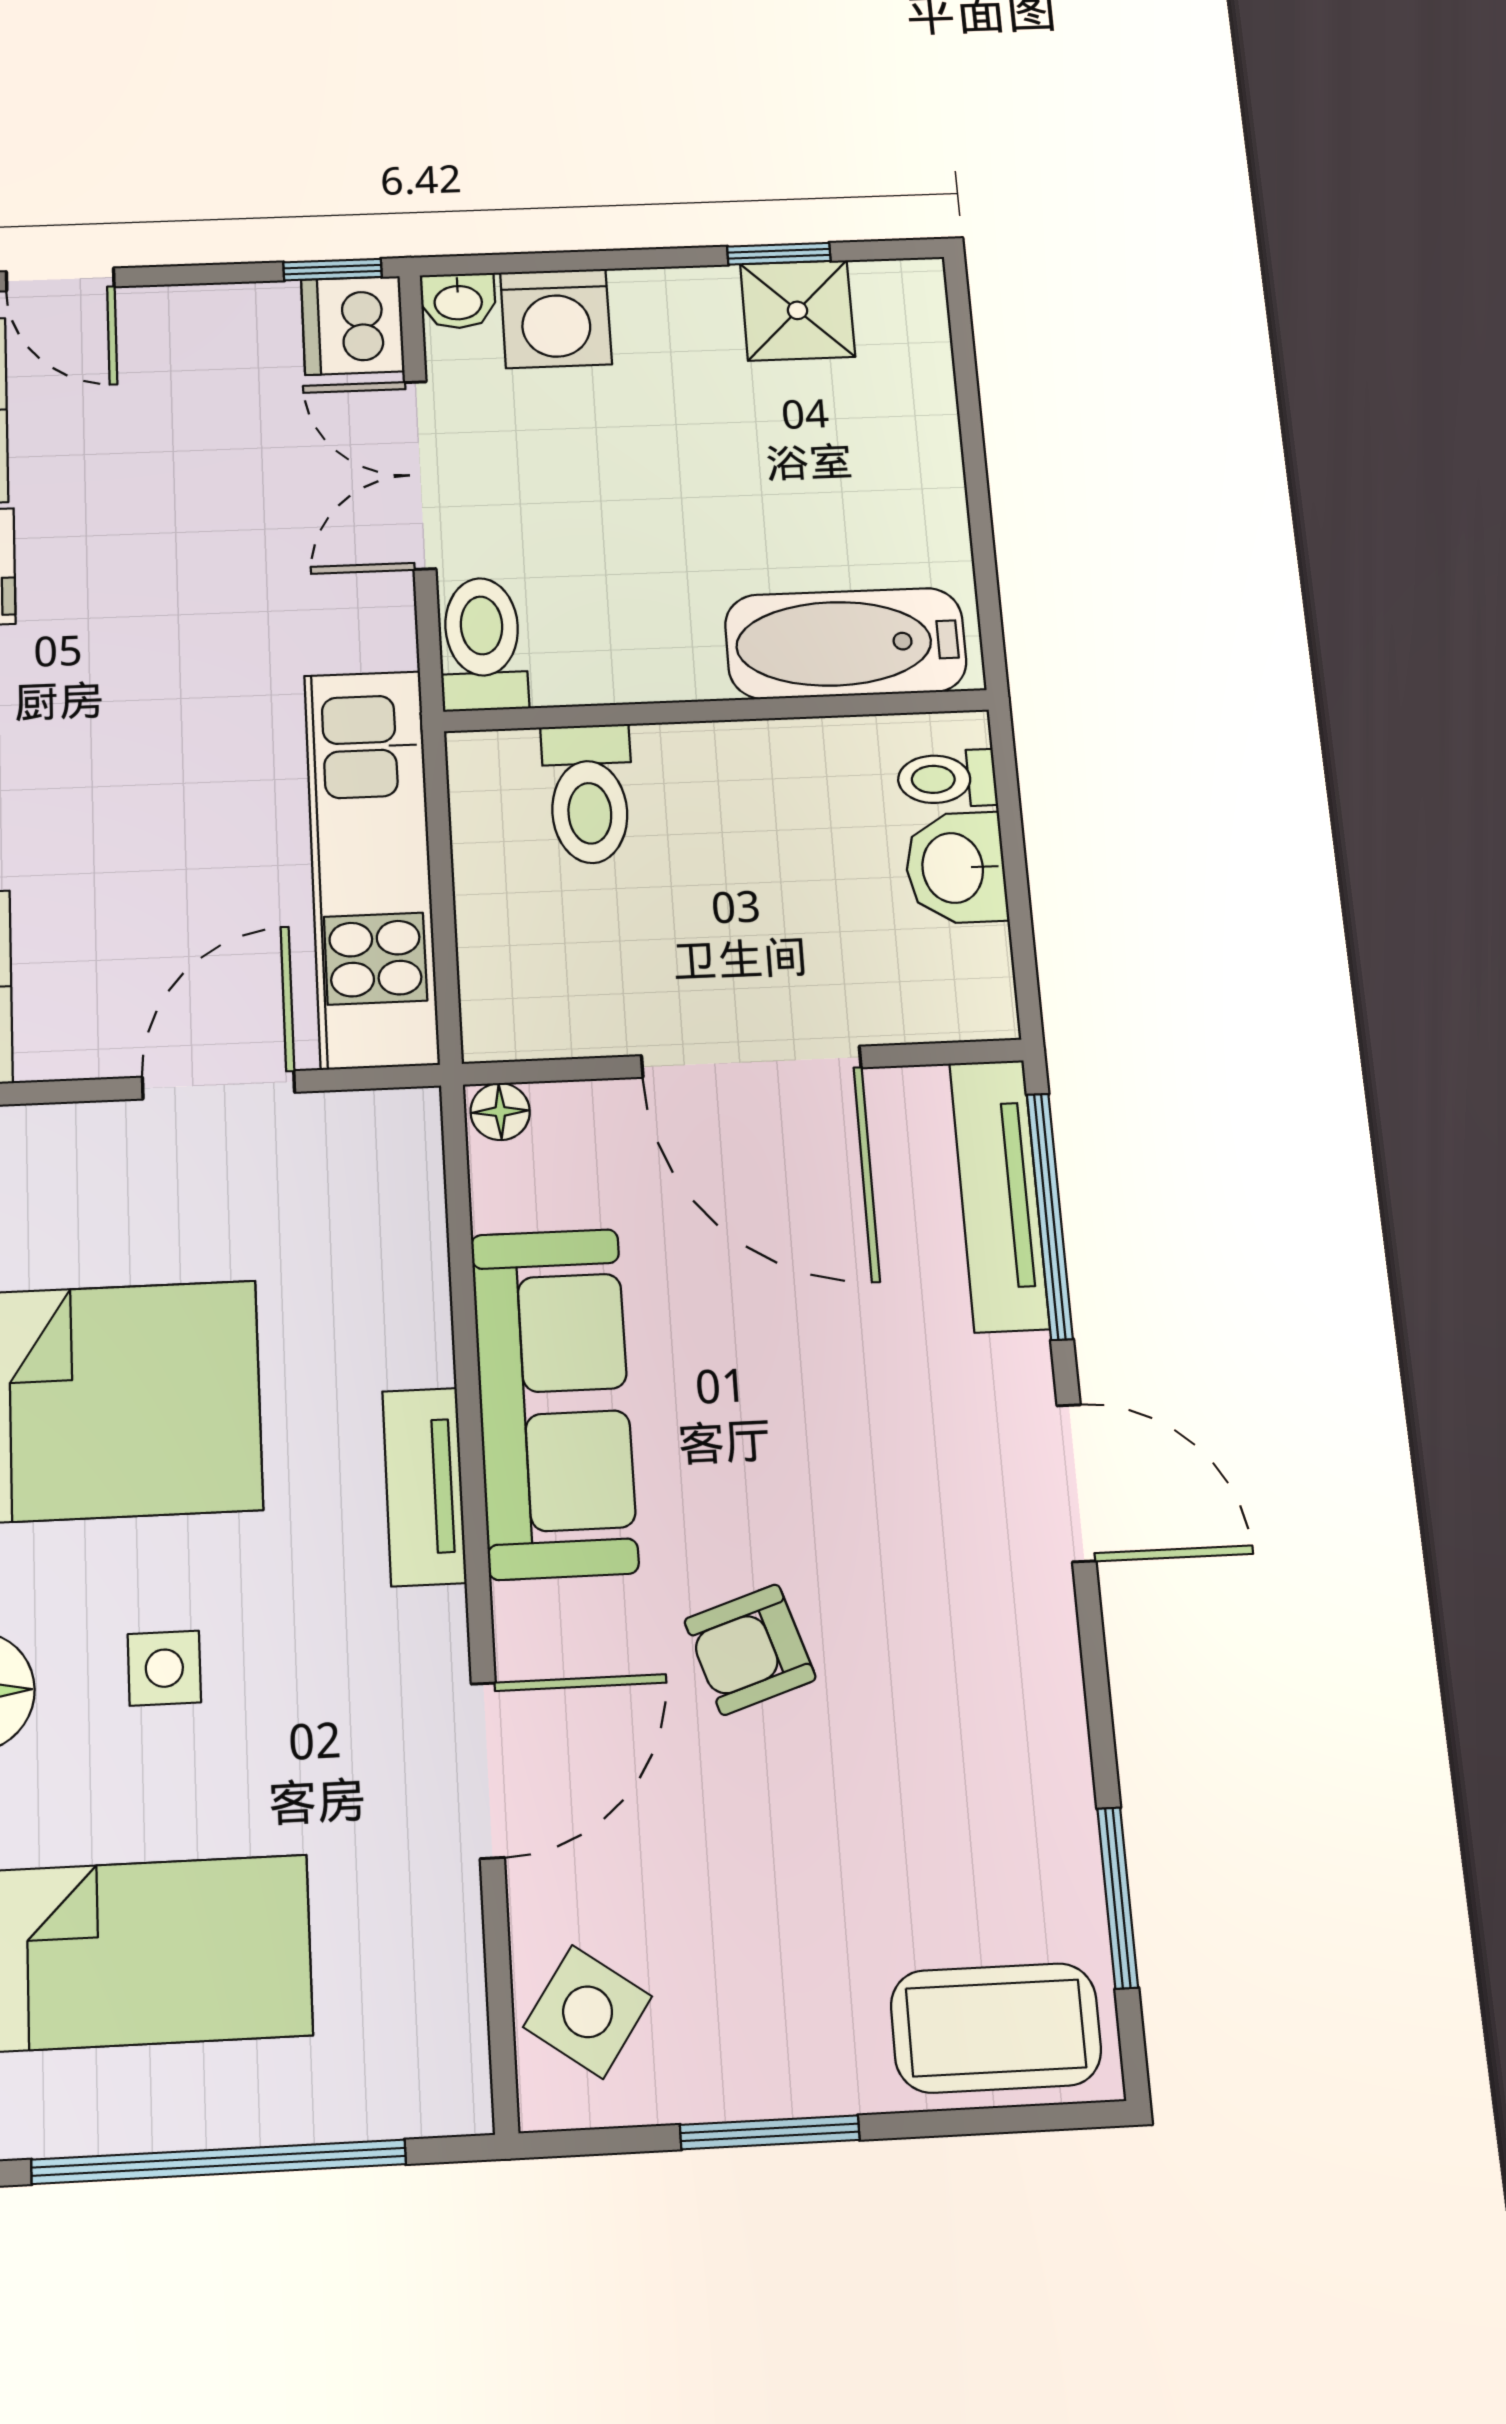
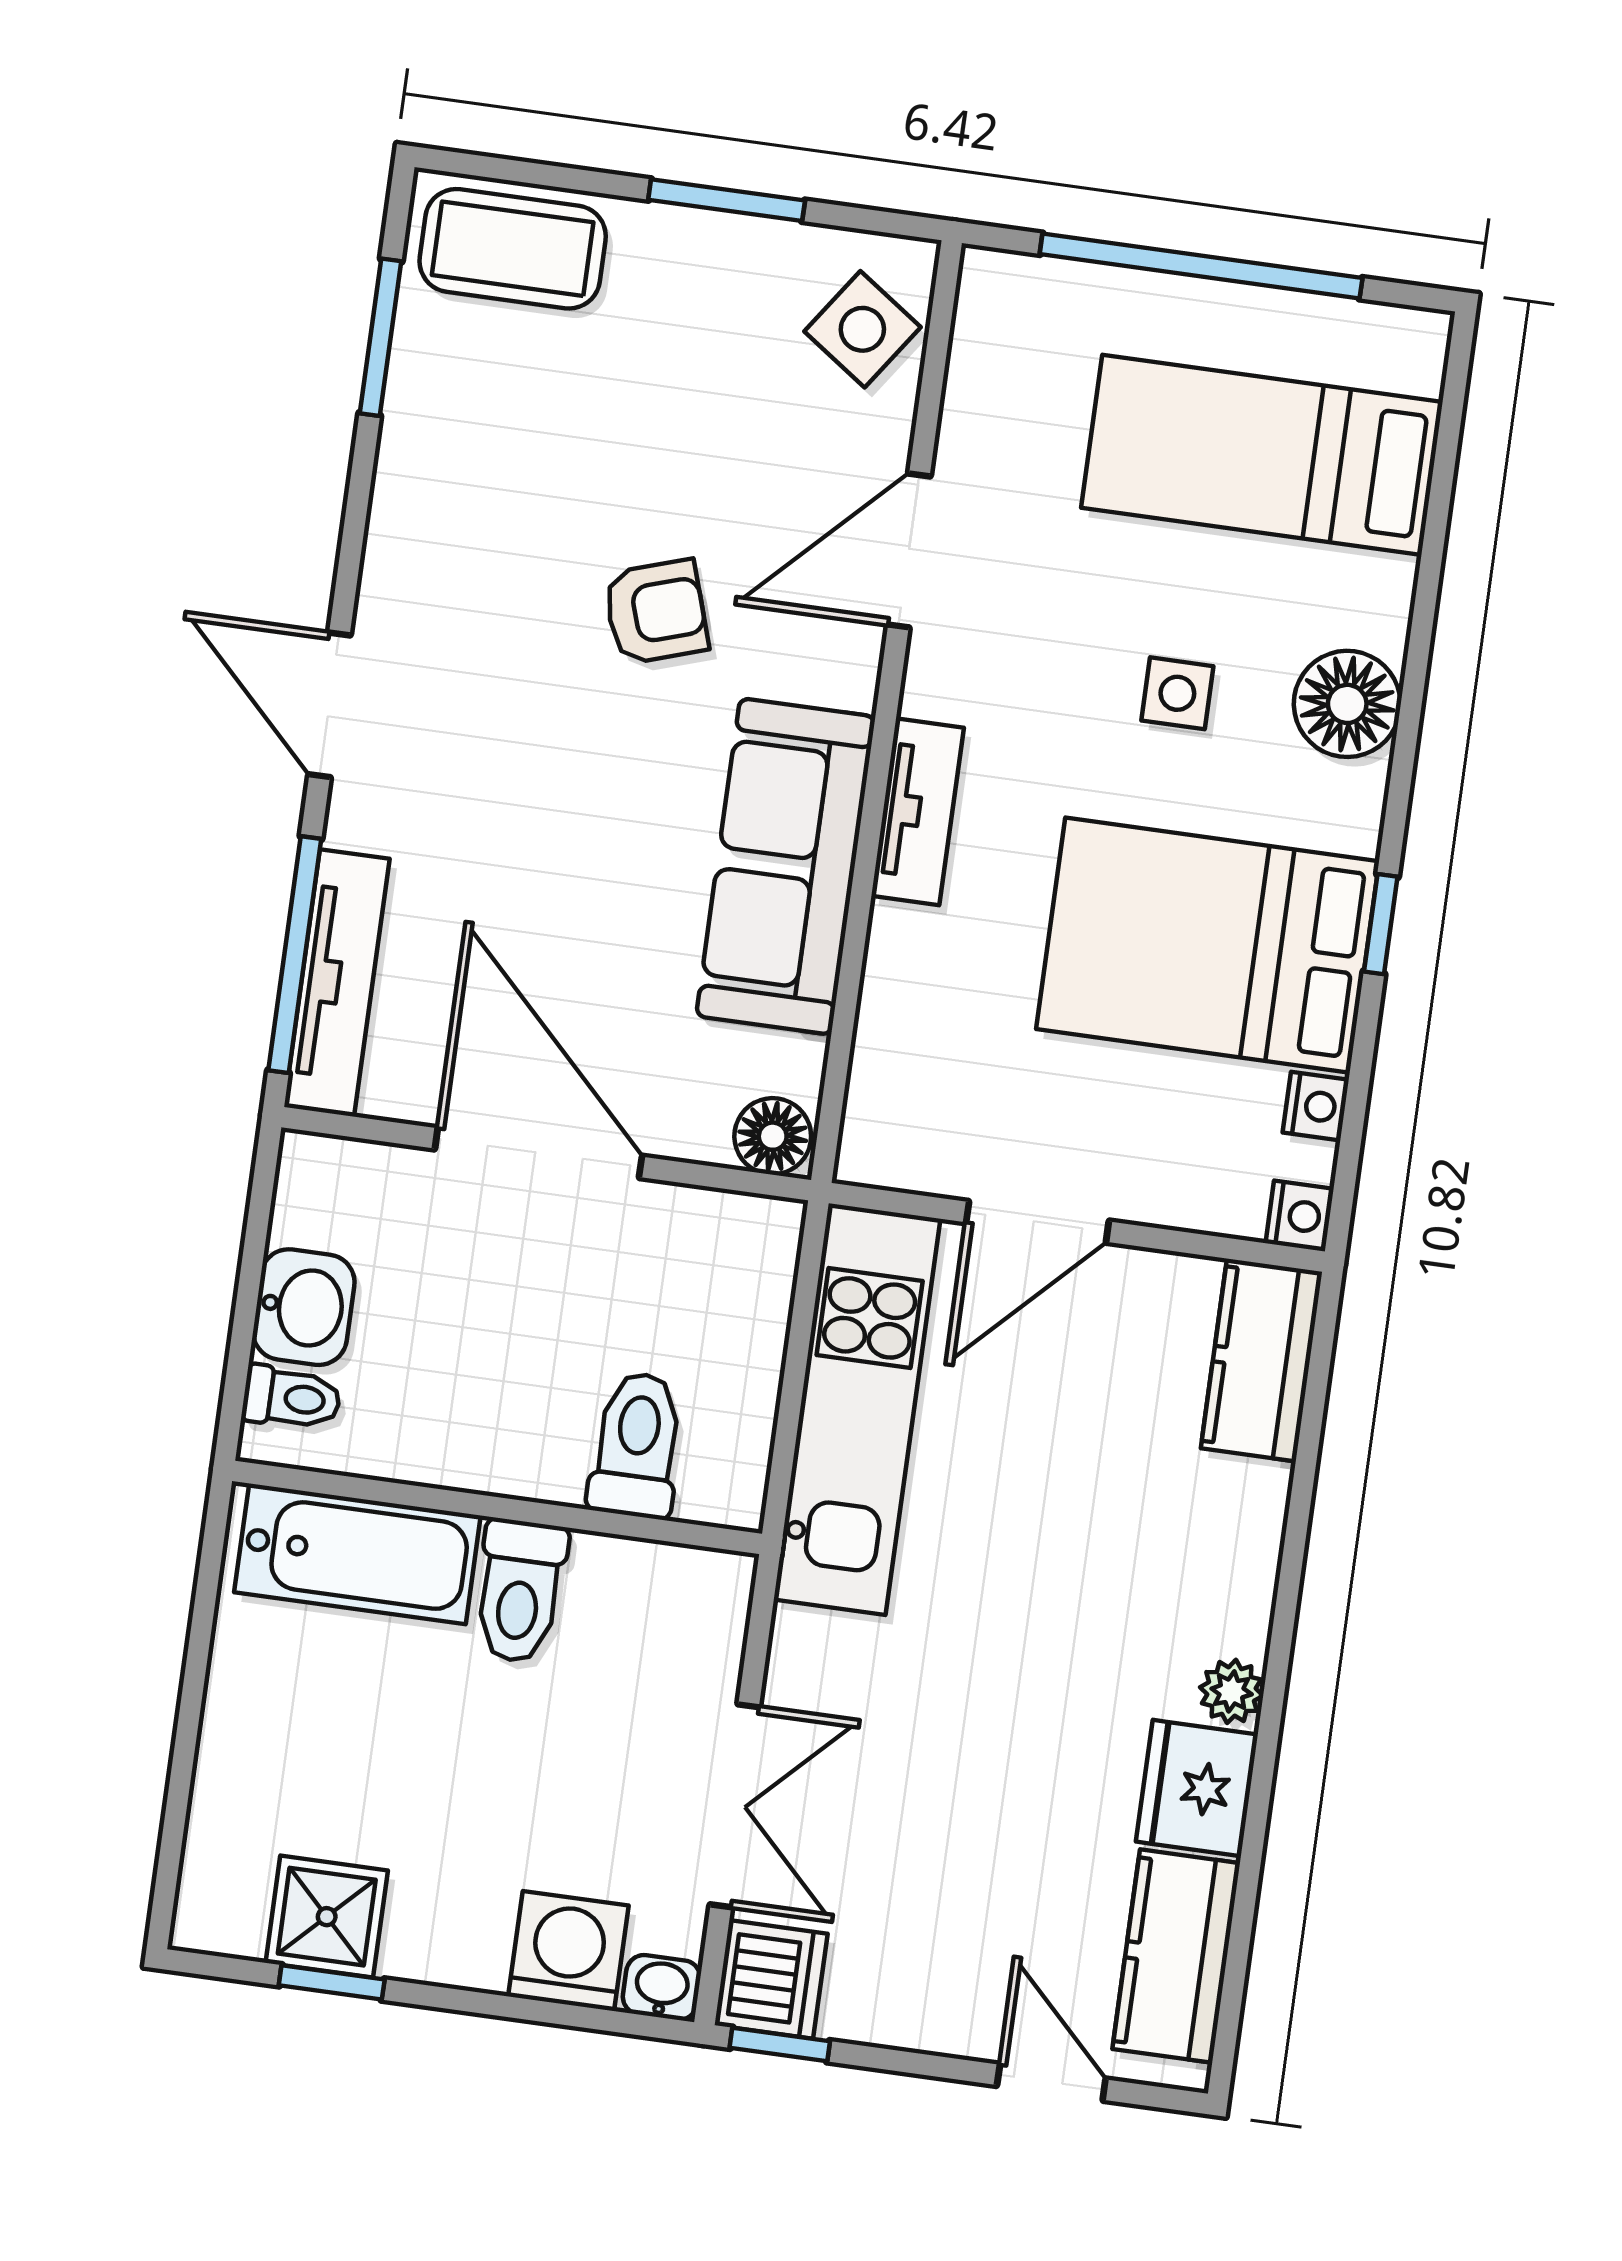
toilet: (483, 644) -> (520, 1591), moved
floor lamp: (500, 1112) -> (773, 1136), width x1.37, depth x1.37

